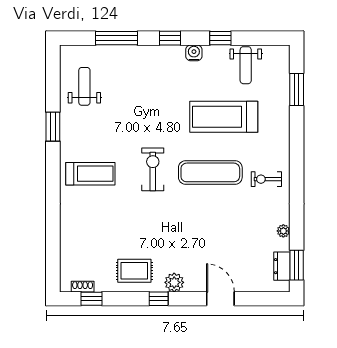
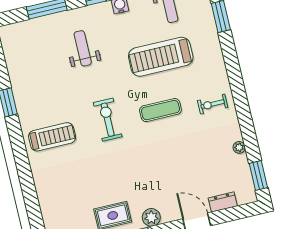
weight bench: (84, 86) -> (83, 48), moved
exercise mat: (210, 172) -> (160, 110), width x0.73, depth x0.69
dresser: (282, 266) -> (223, 202), moved, turned 90

